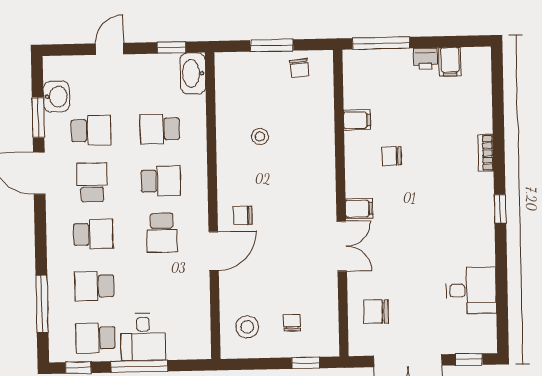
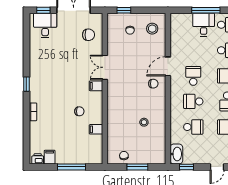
window: (381, 43) -> (71, 167), moved
printer: (426, 59) -> (38, 159), moved
desk: (471, 290) -> (45, 25), moved, turned 90

